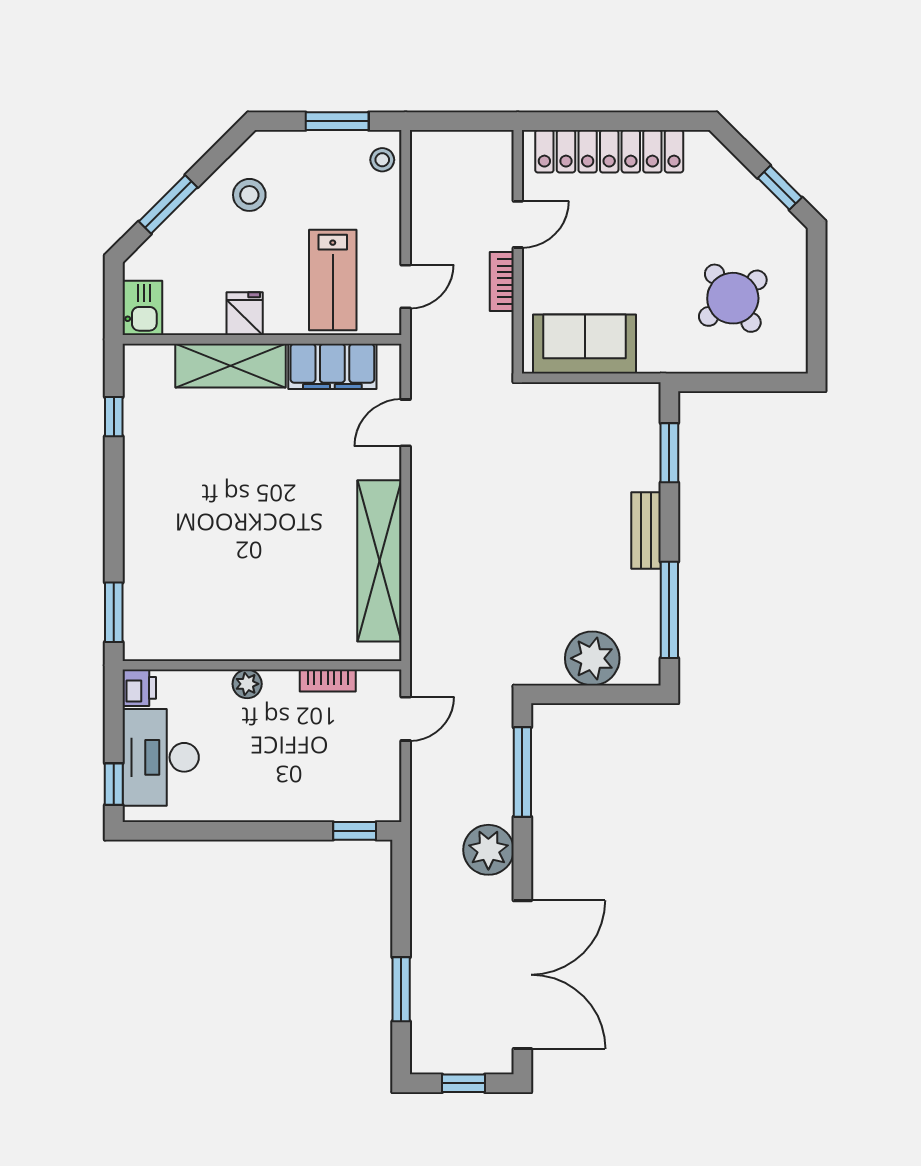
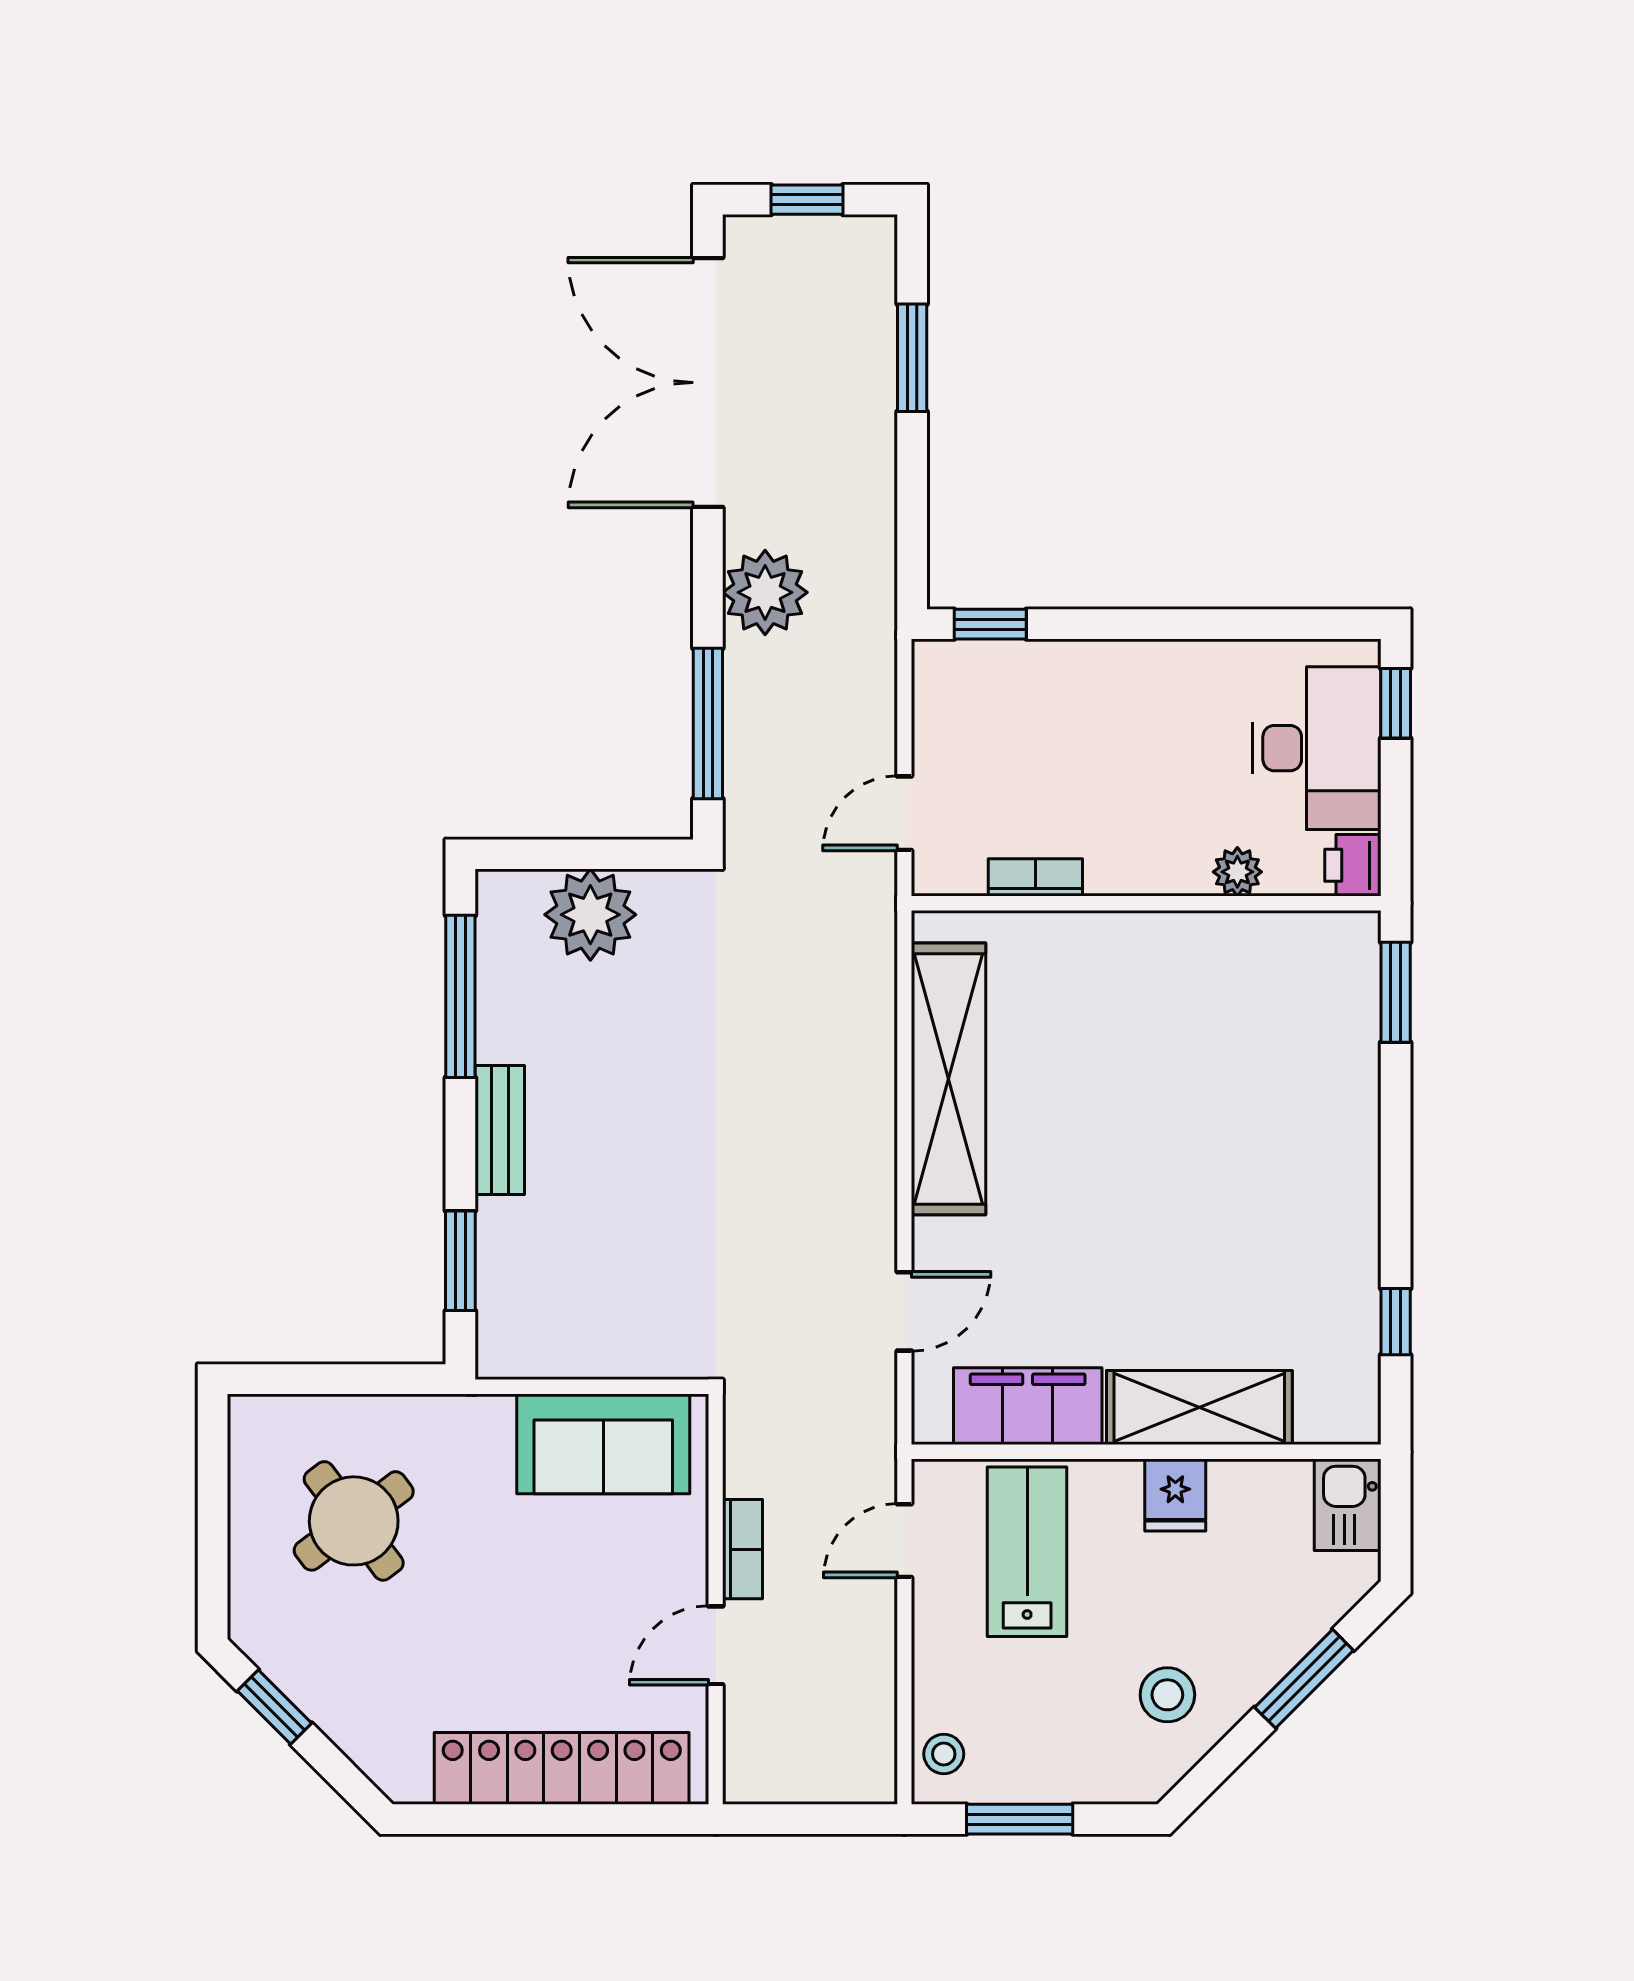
plant: (247, 684) -> (1237, 872), moved

